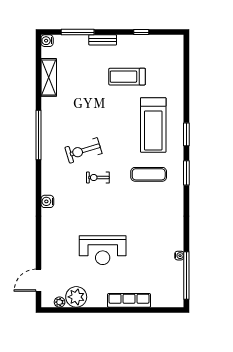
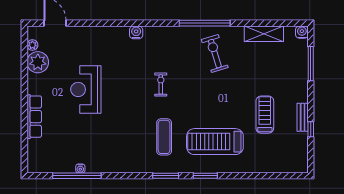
bench: (103, 40) -> (303, 117), moved
exercise bike: (83, 150) -> (215, 54), moved
window: (186, 275) -> (77, 176), moved

